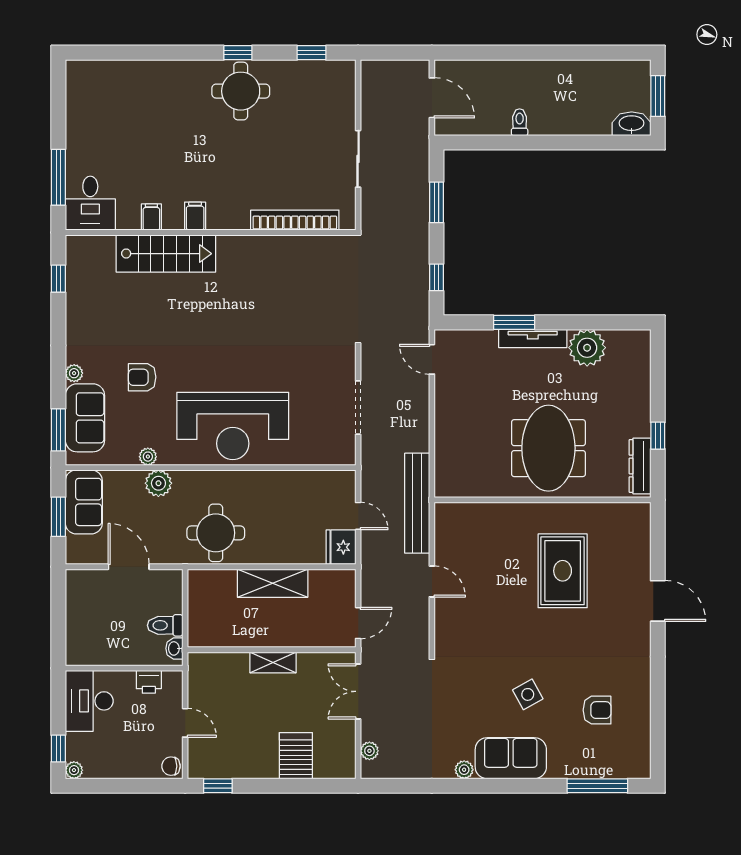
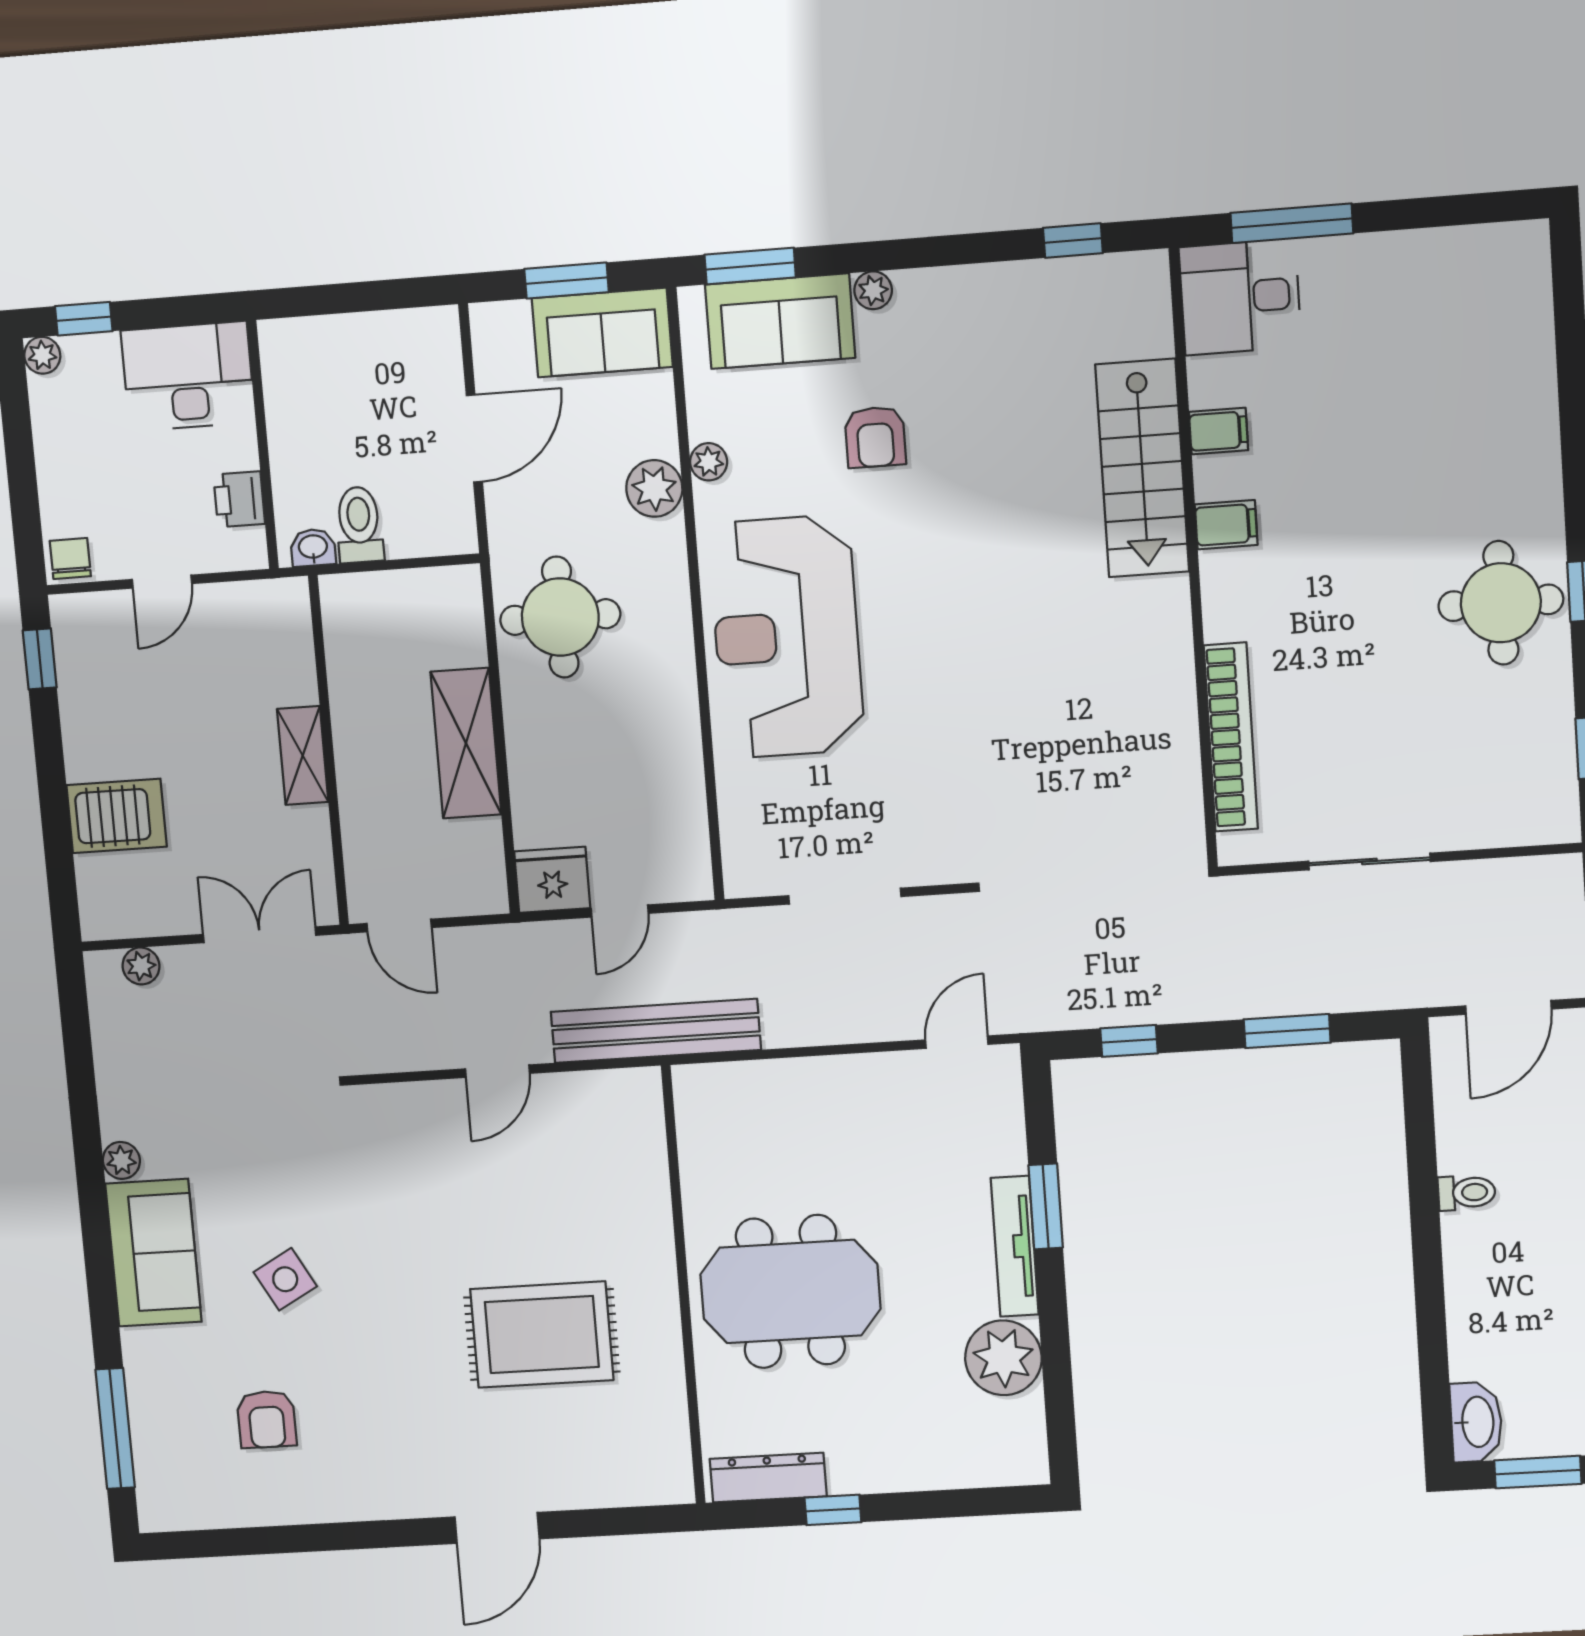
armchair: (142, 377) -> (875, 437), turned 180

